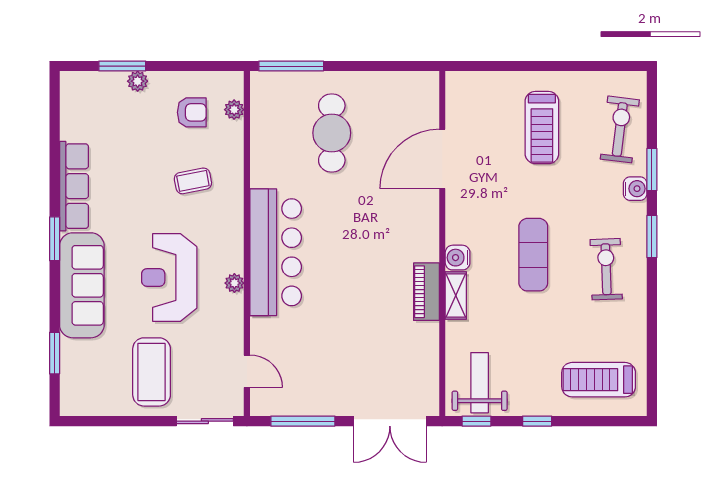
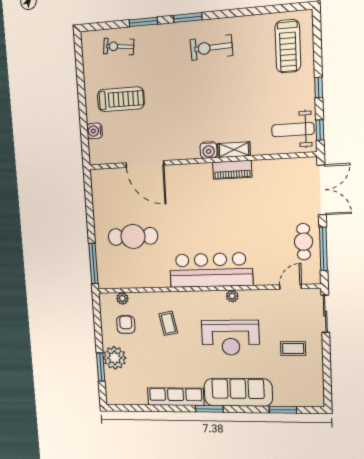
plant: (138, 81) -> (115, 358), width x1.87, depth x1.87
exercise bike: (620, 129) -> (119, 46), width x0.73, depth x0.72
water cooler: (635, 189) -> (95, 131), moved, turned -90
exercise mat: (533, 255) -> (204, 99), removed
coffee table: (152, 372) -> (293, 348), width x0.54, depth x0.58
cafe table: (314, 393) -> (304, 242), added

